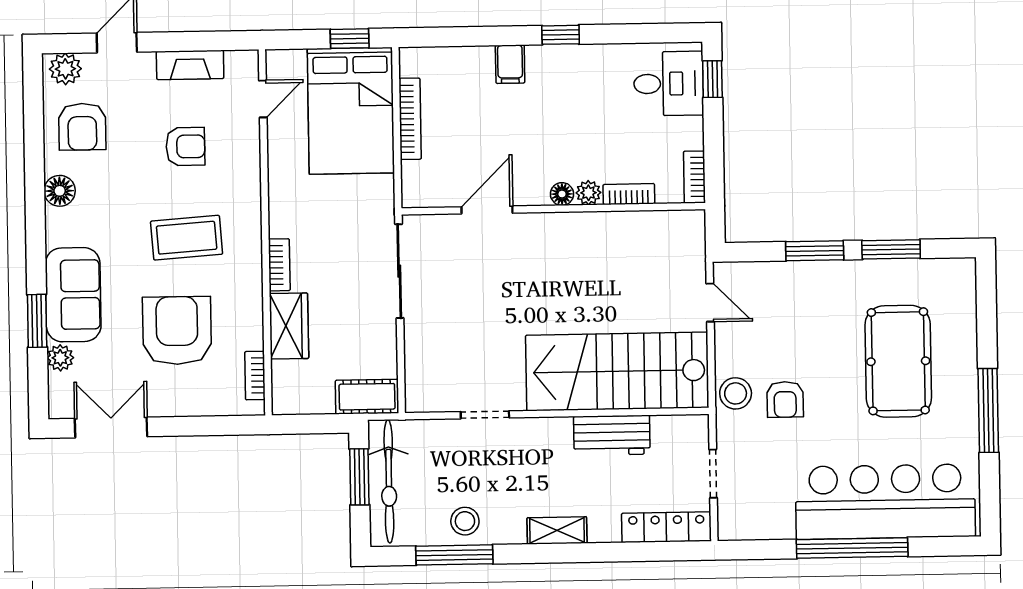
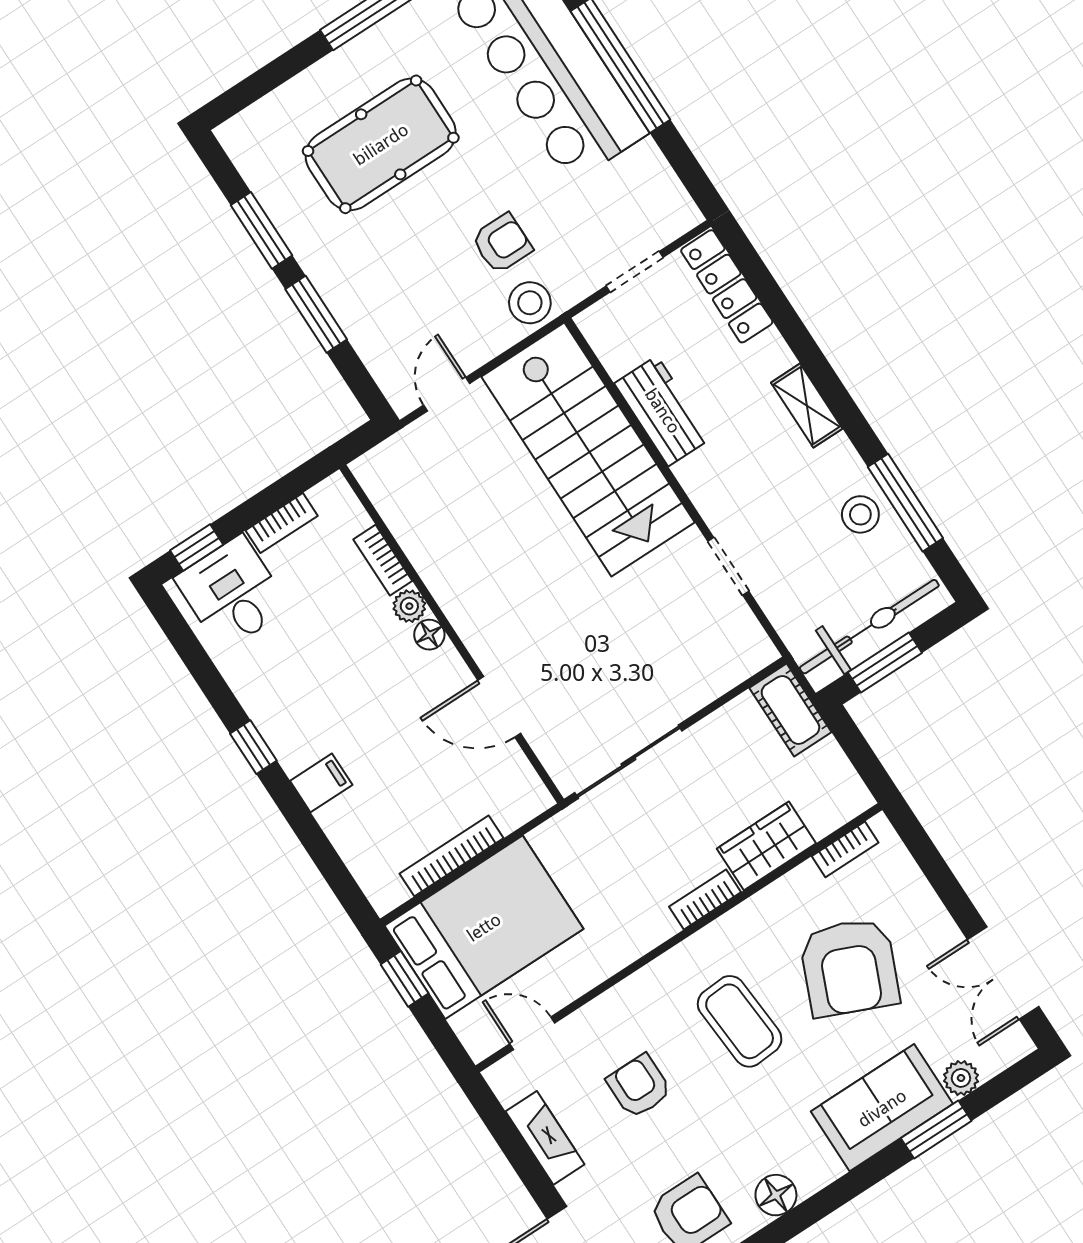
bookcase: (694, 177) -> (282, 523), moved
armchair: (177, 331) -> (849, 967), turned -67

